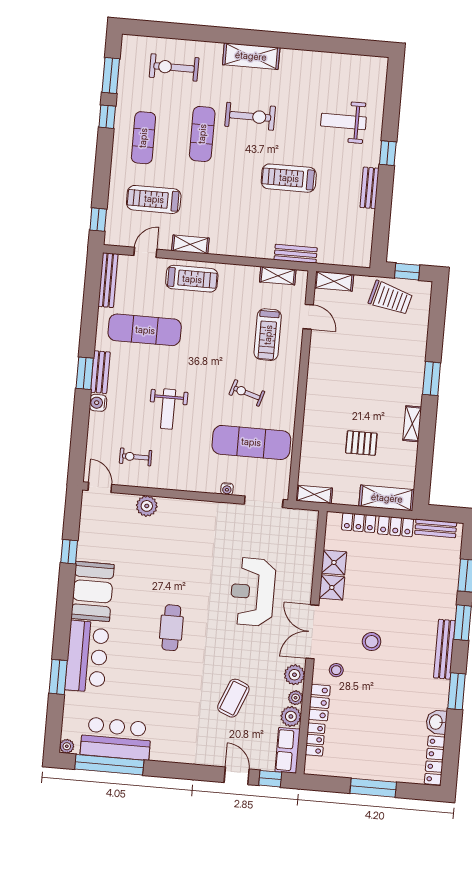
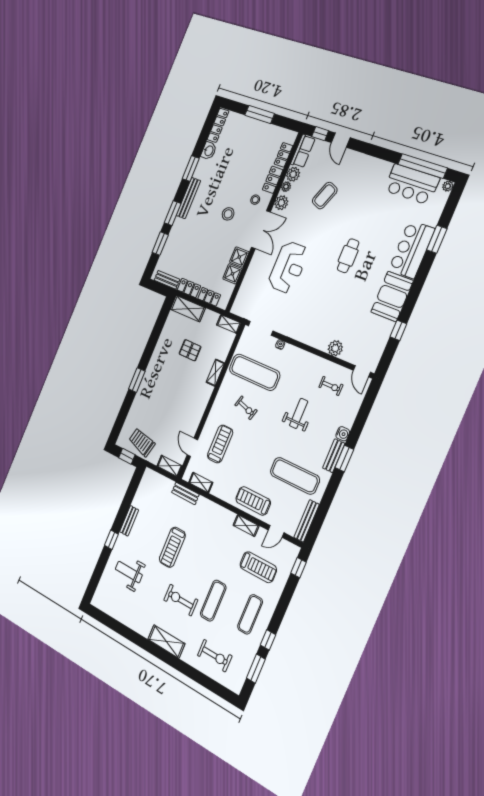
weight bench: (343, 121) -> (129, 572), turned 180
treadmill: (289, 178) -> (172, 547), turned 90
shelving: (412, 424) -> (215, 373), moved

